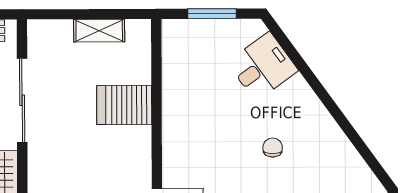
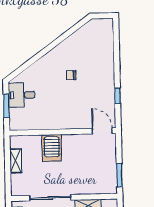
desk: (263, 66) -> (22, 95), moved, turned -54

